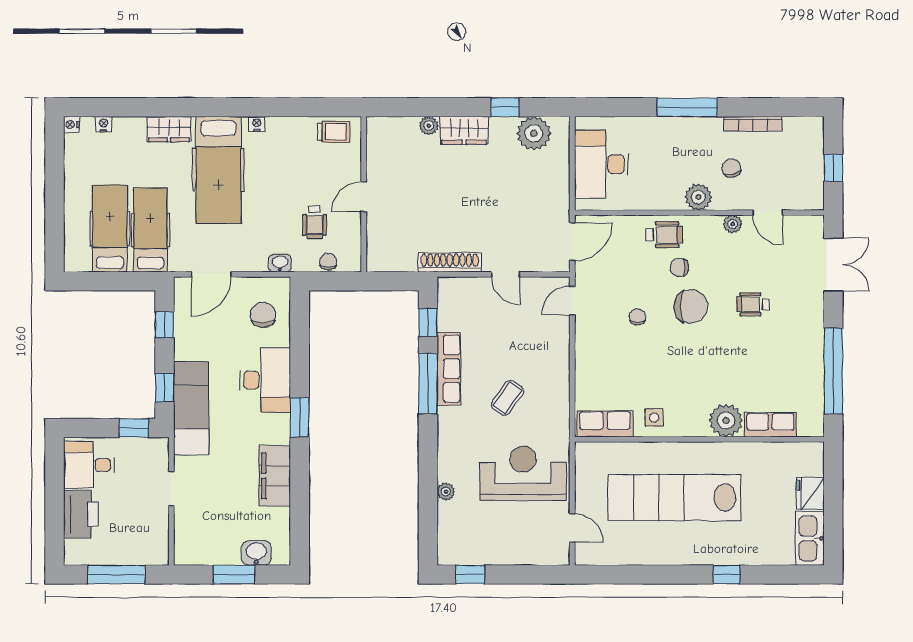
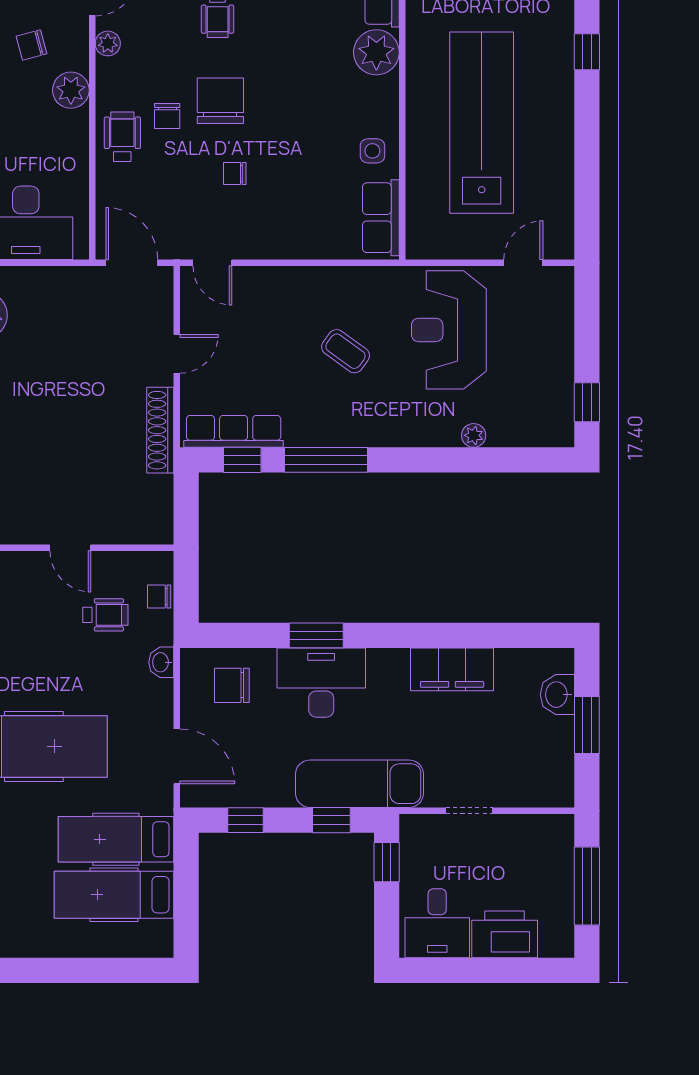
row of seats: (449, 369) -> (234, 431), moved
window: (300, 418) -> (316, 635), moved
lab bench: (675, 497) -> (482, 123), turned 180

